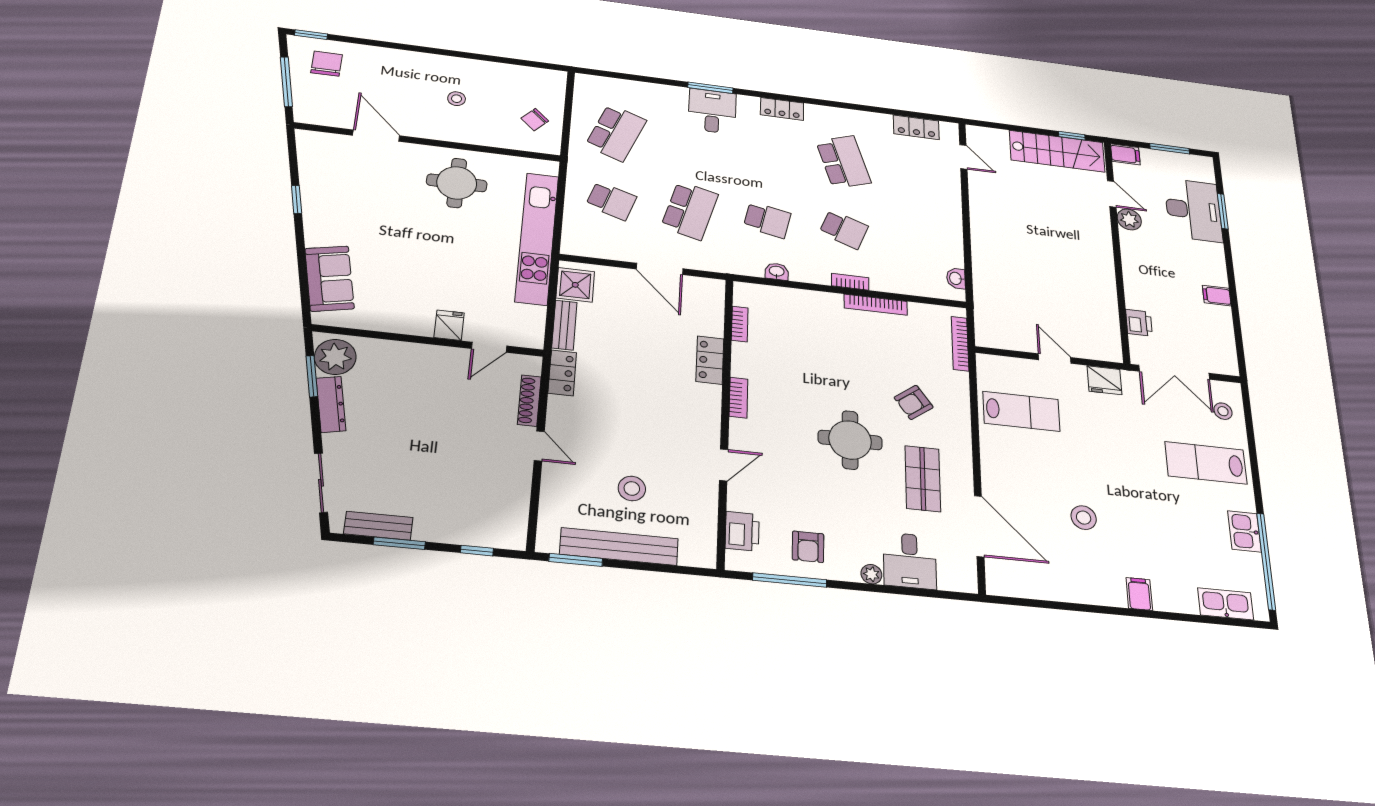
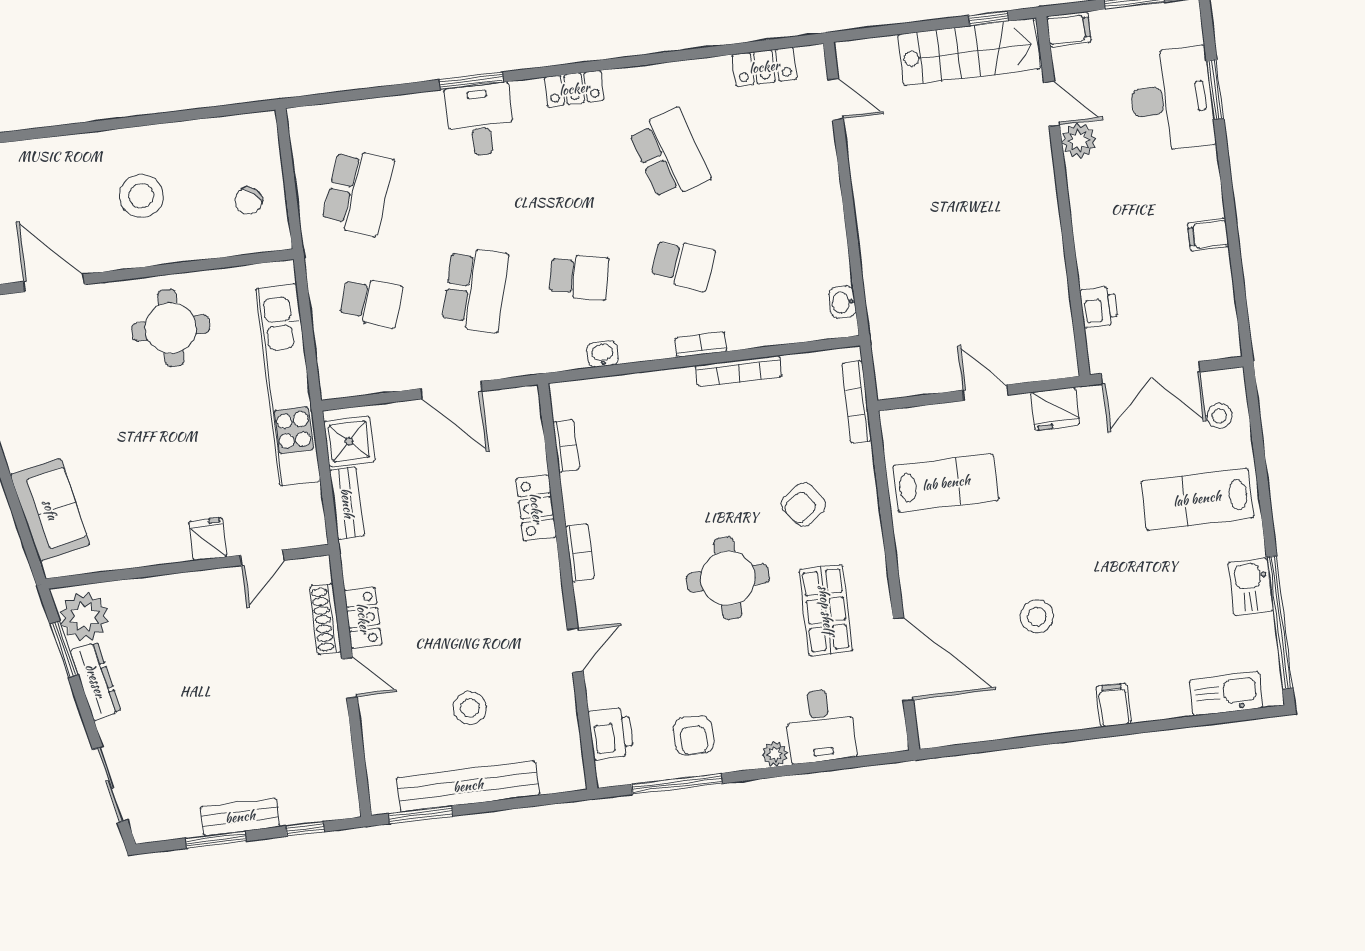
stool: (457, 99) -> (141, 196), width x1.89, depth x1.89
locker: (562, 373) -> (363, 618), moved
bench: (378, 526) -> (240, 817), moved

